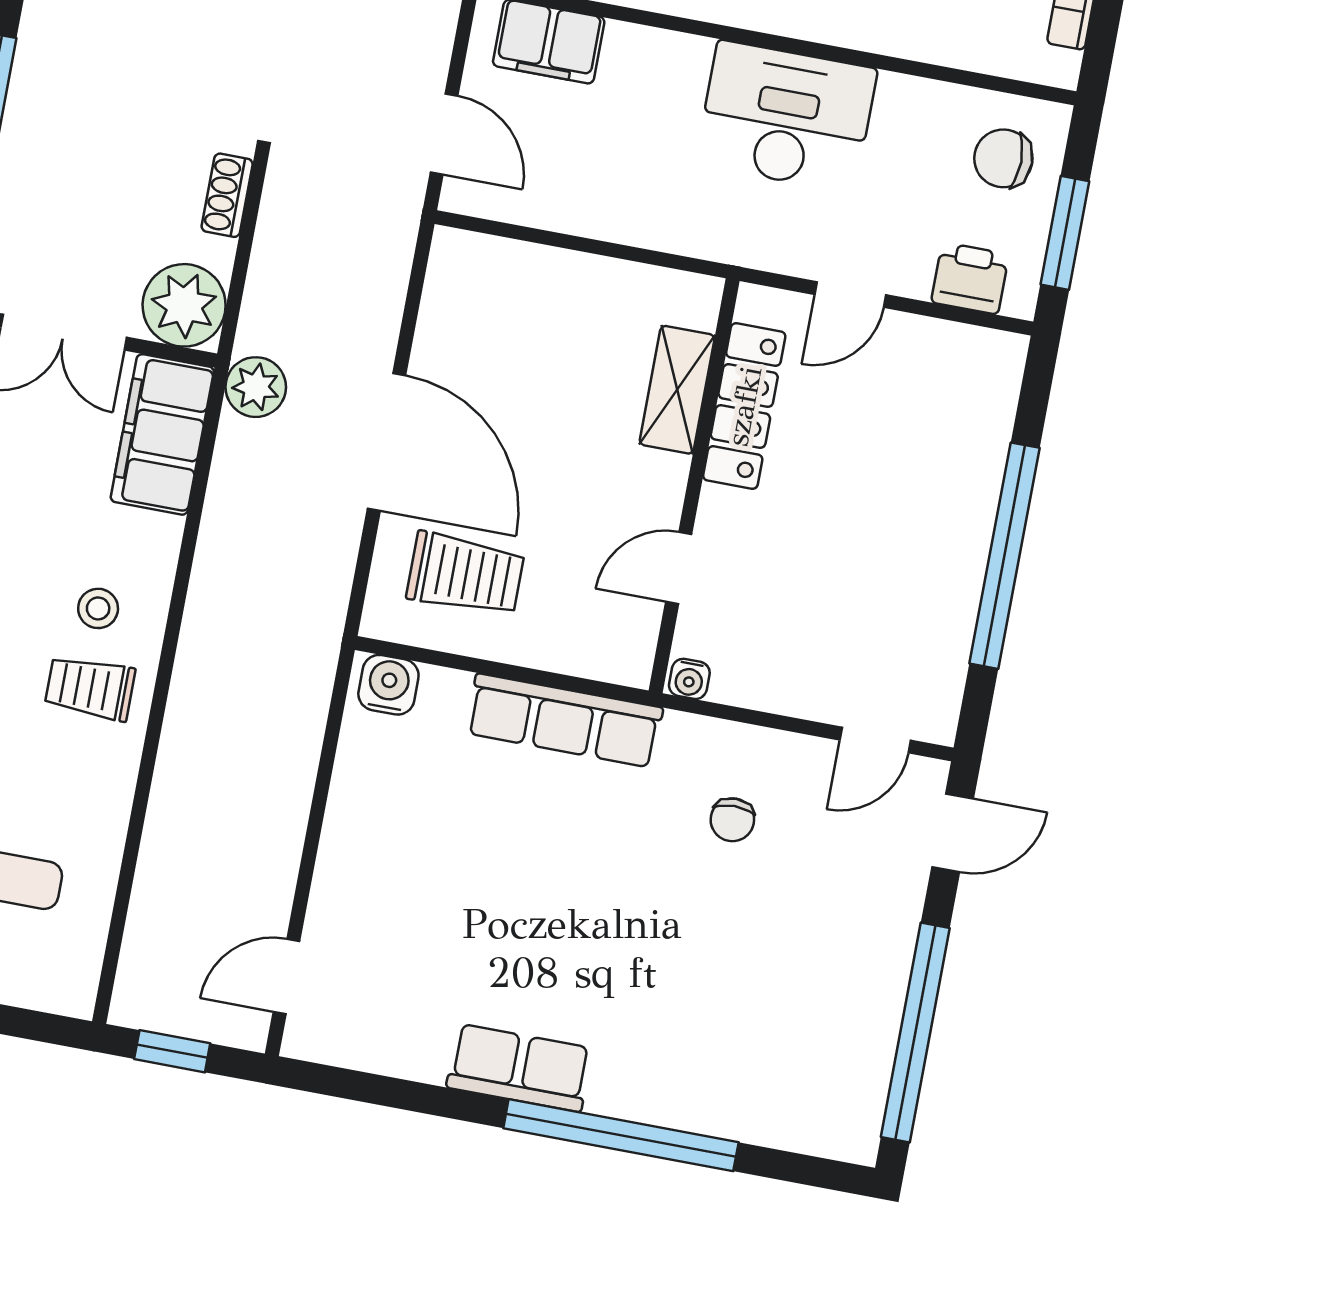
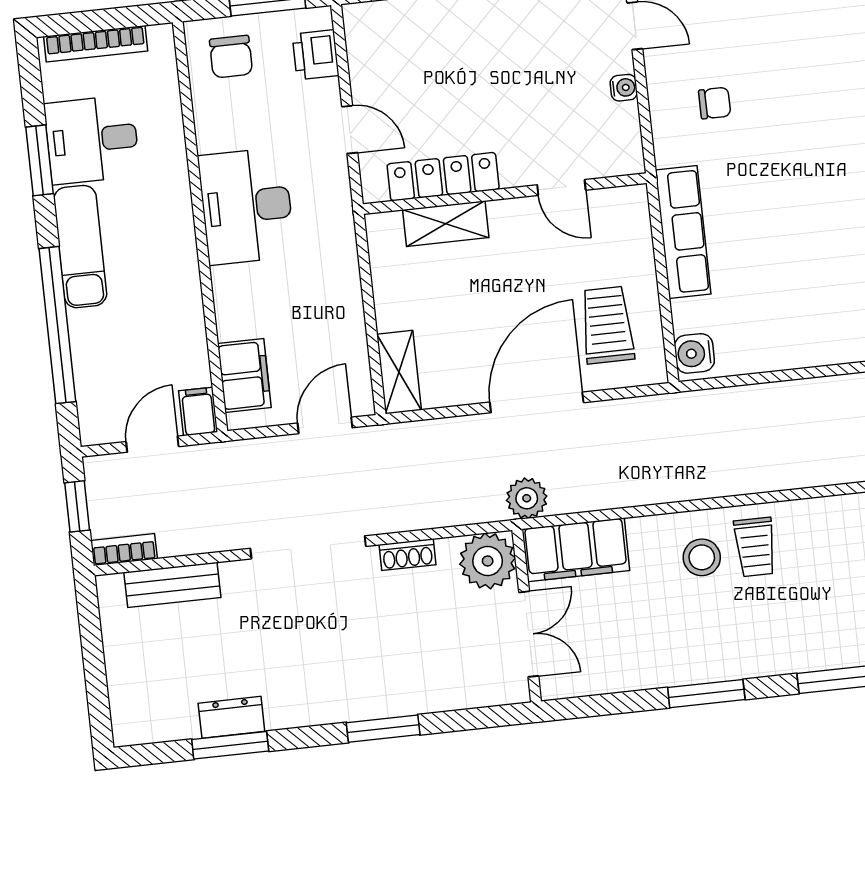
shelving: (488, 261) -> (399, 372), added
stool: (98, 608) -> (702, 557), width x1.37, depth x1.37
water cooler: (689, 679) -> (624, 88), moved

